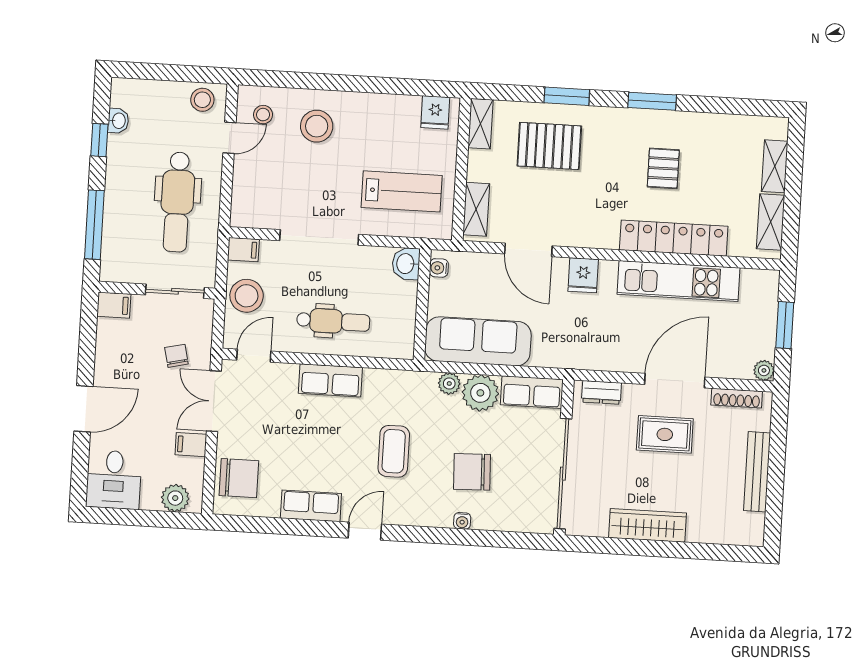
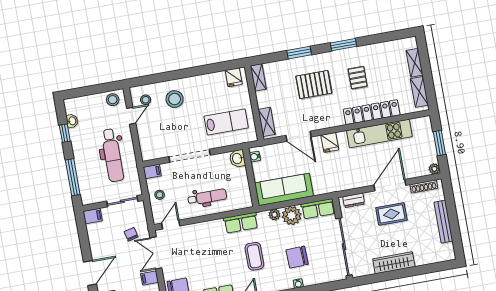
pallet: (549, 146) -> (314, 85), moved
stool: (247, 296) -> (160, 195), width x0.53, depth x0.53
row of seats: (330, 380) -> (241, 223), moved

